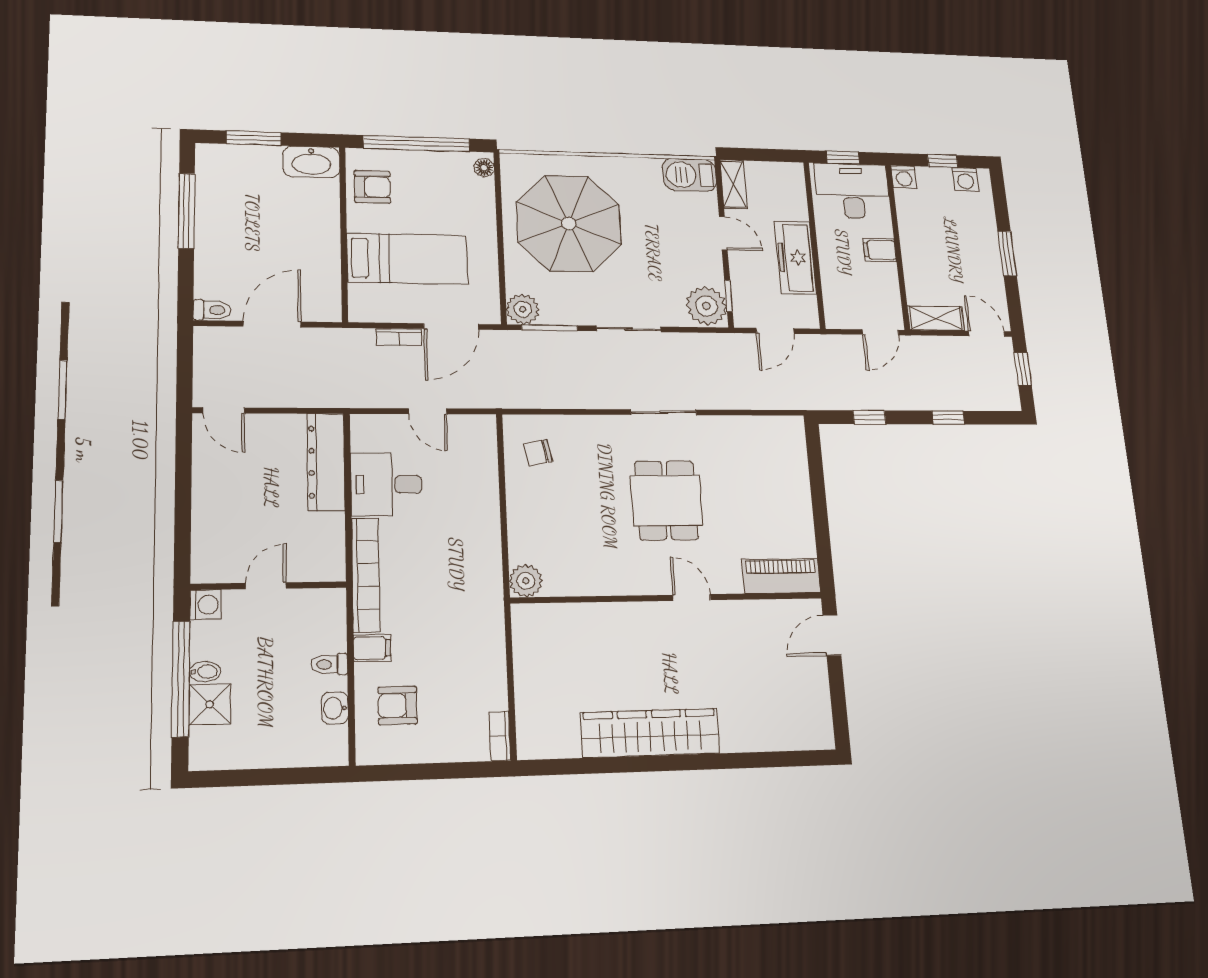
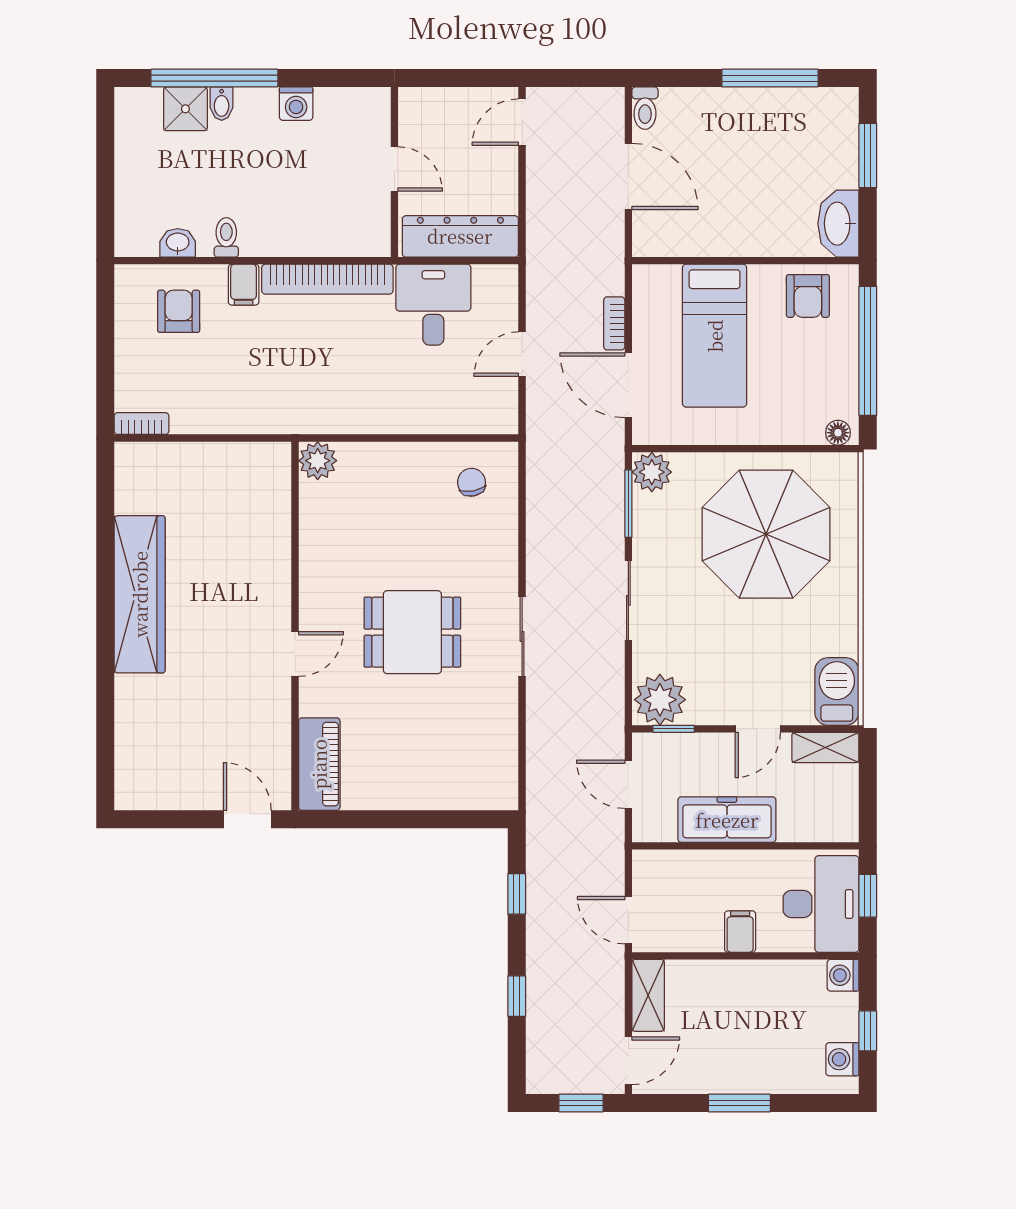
door: (266, 586) -> (394, 169), moved
wall: (269, 586) -> (394, 172), moved

